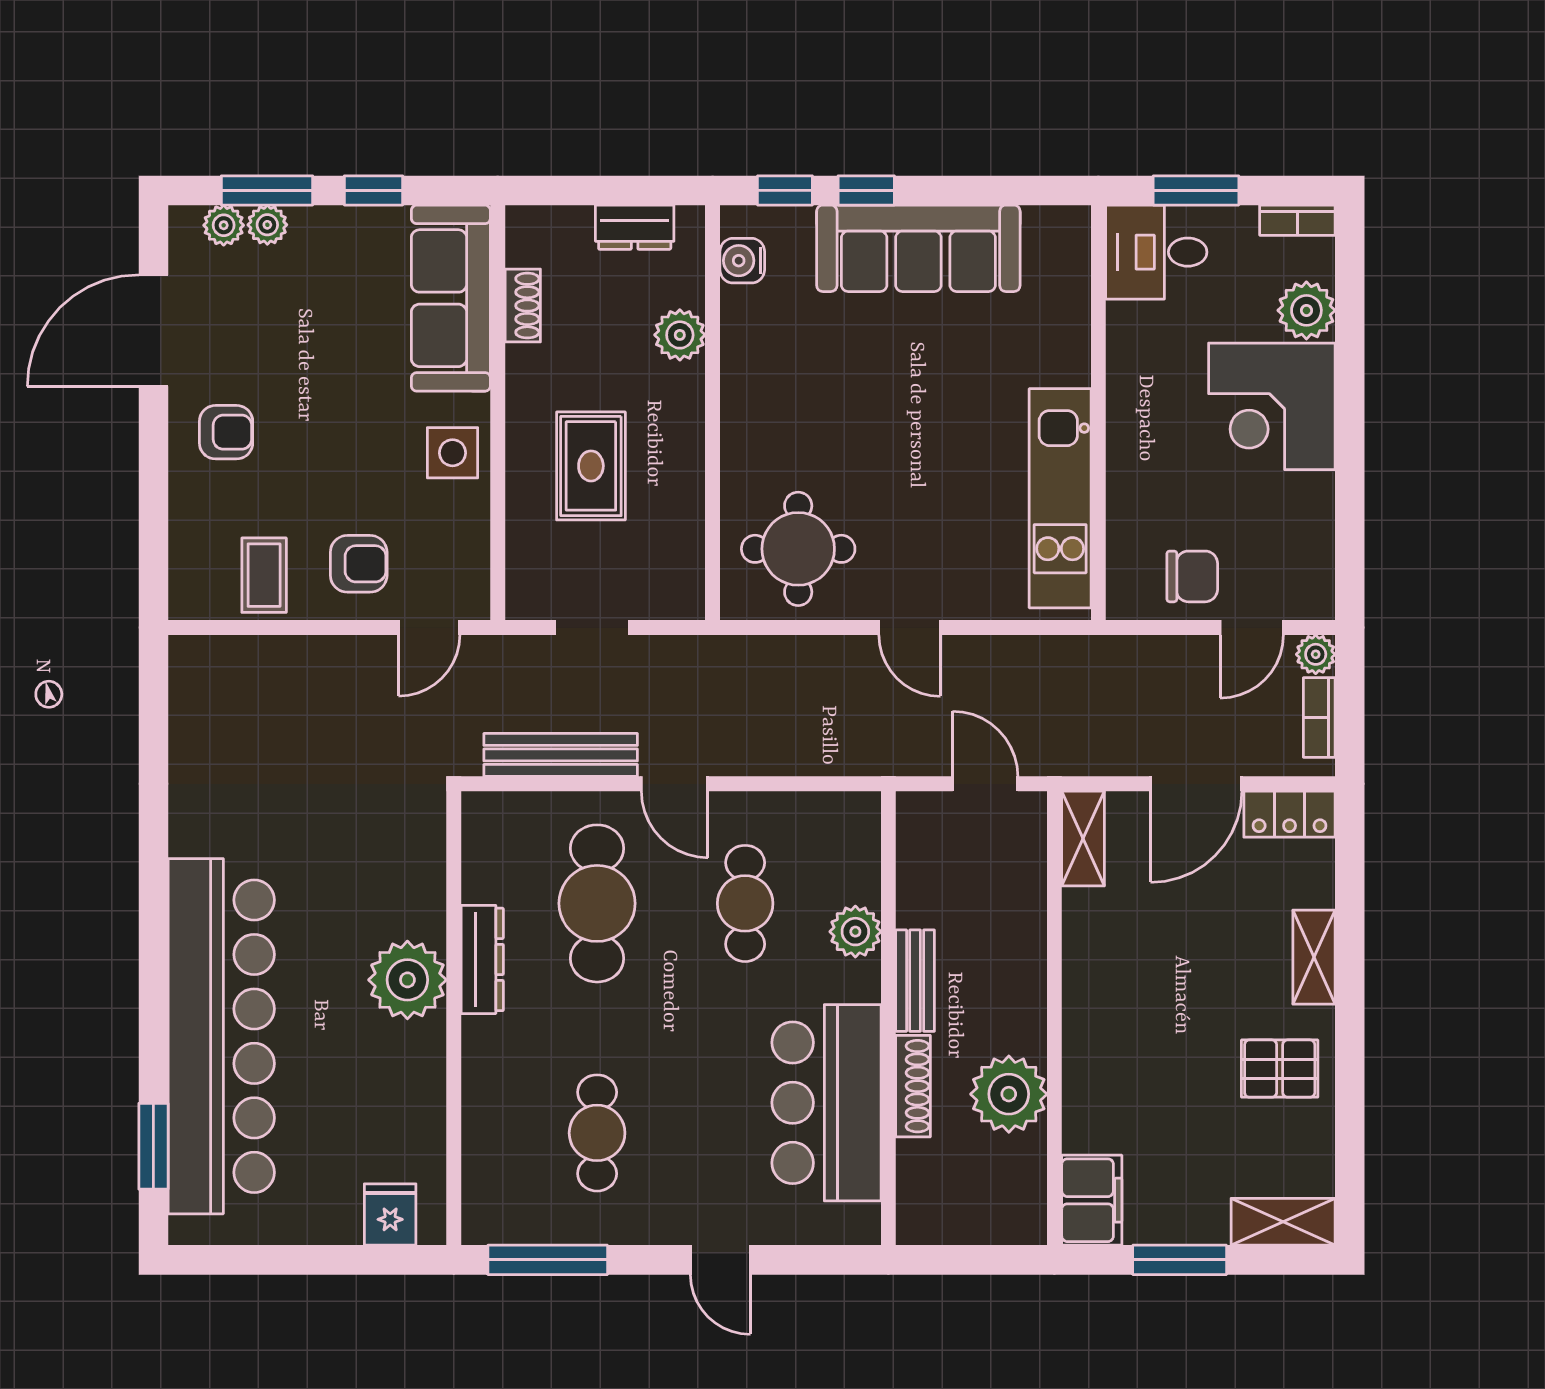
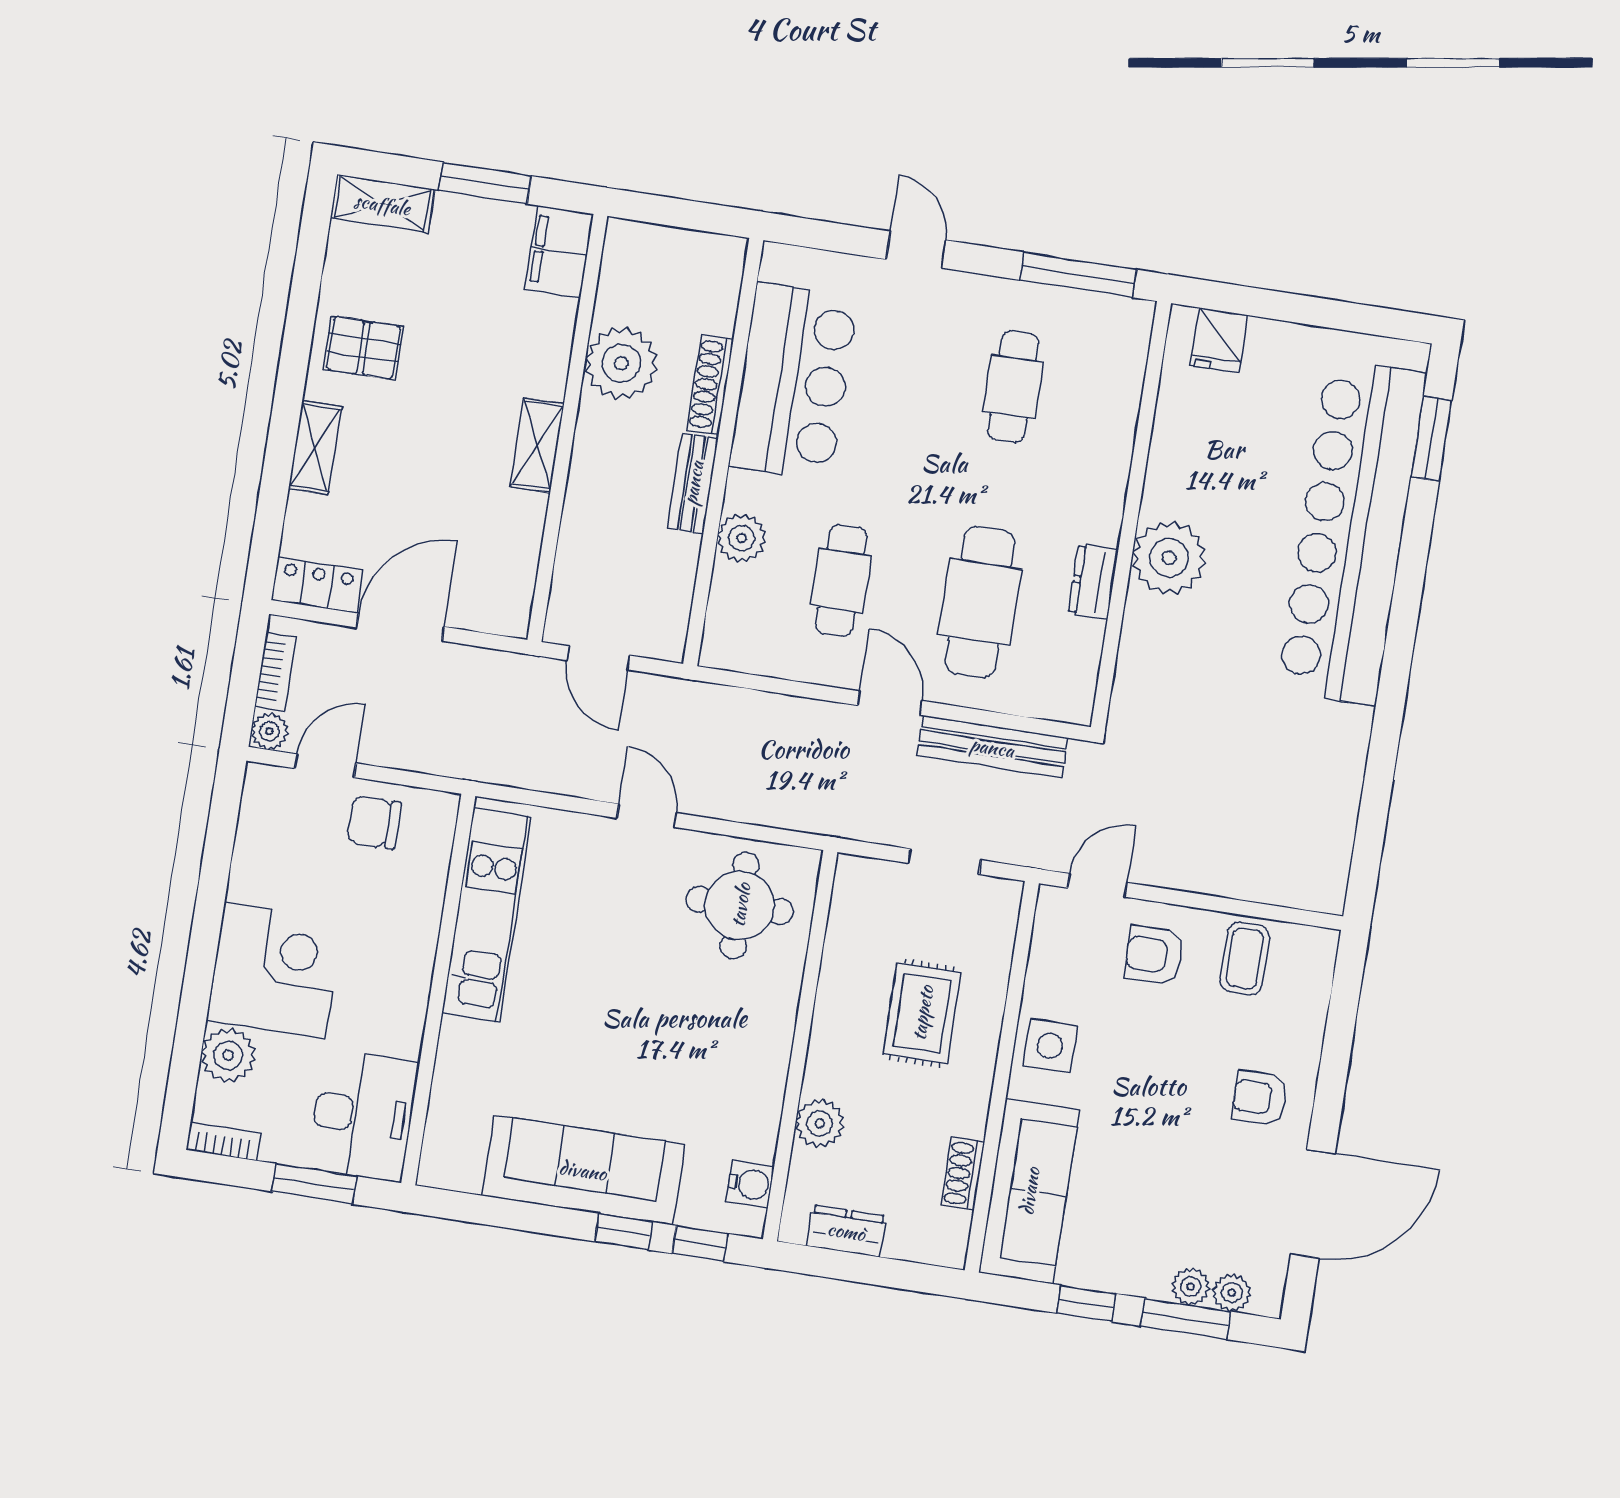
desk: (1156, 252) -> (363, 1115), width x1.37
shelving: (1083, 839) -> (537, 445), moved
dresser: (482, 959) -> (1093, 582), width x0.70

